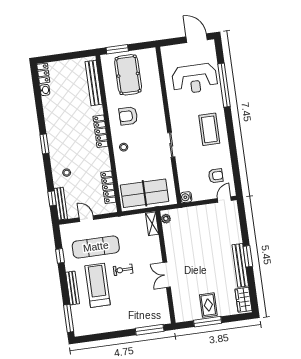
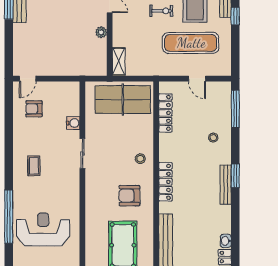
armchair: (128, 116) -> (129, 196), turned 180
coffee table: (209, 129) -> (34, 166), width x0.54, depth x0.58
water cooler: (186, 197) -> (73, 123), moved
window: (52, 198) -> (235, 109), width x2.17
bench: (61, 204) -> (226, 185), moved
plant: (166, 219) -> (101, 32), moved
window: (60, 256) -> (235, 16), moved

